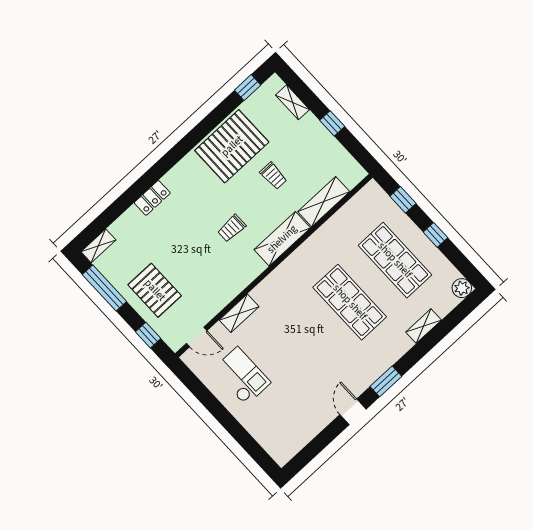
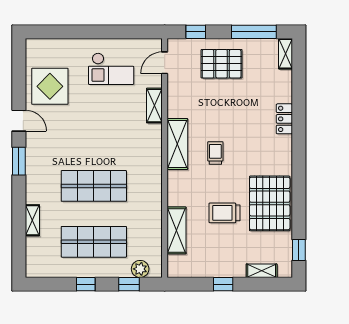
trolley: (273, 176) -> (225, 213), width x1.36, depth x1.39
shelving: (282, 239) -> (177, 144), moved
plant: (462, 288) -> (140, 269), moved
display table: (302, 413) -> (50, 86), added

